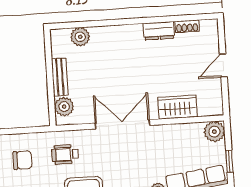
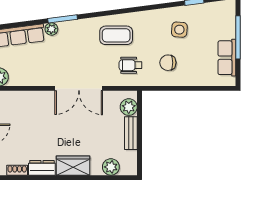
wardrobe: (178, 107) -> (73, 166), moved, turned 180
wheelchair: (65, 154) -> (130, 65), turned 180

